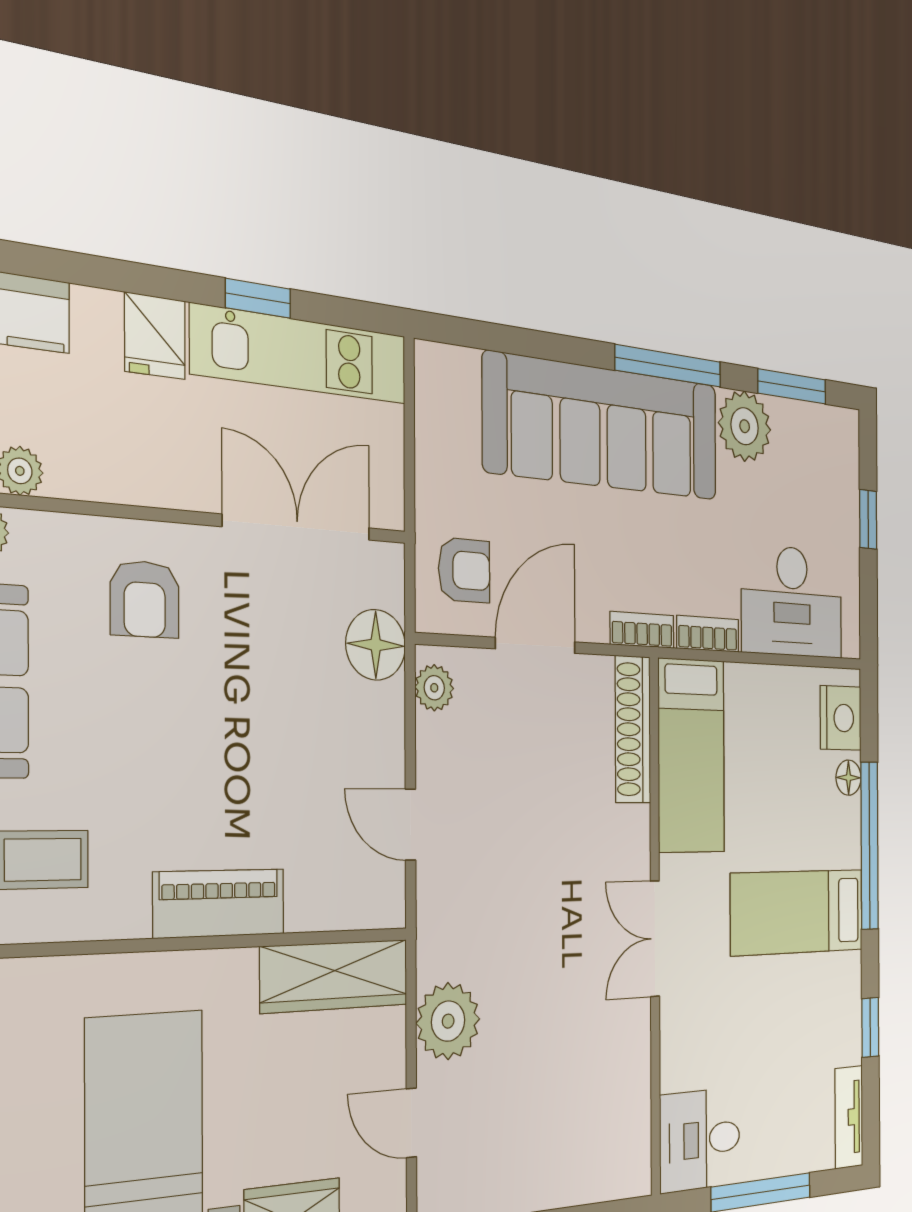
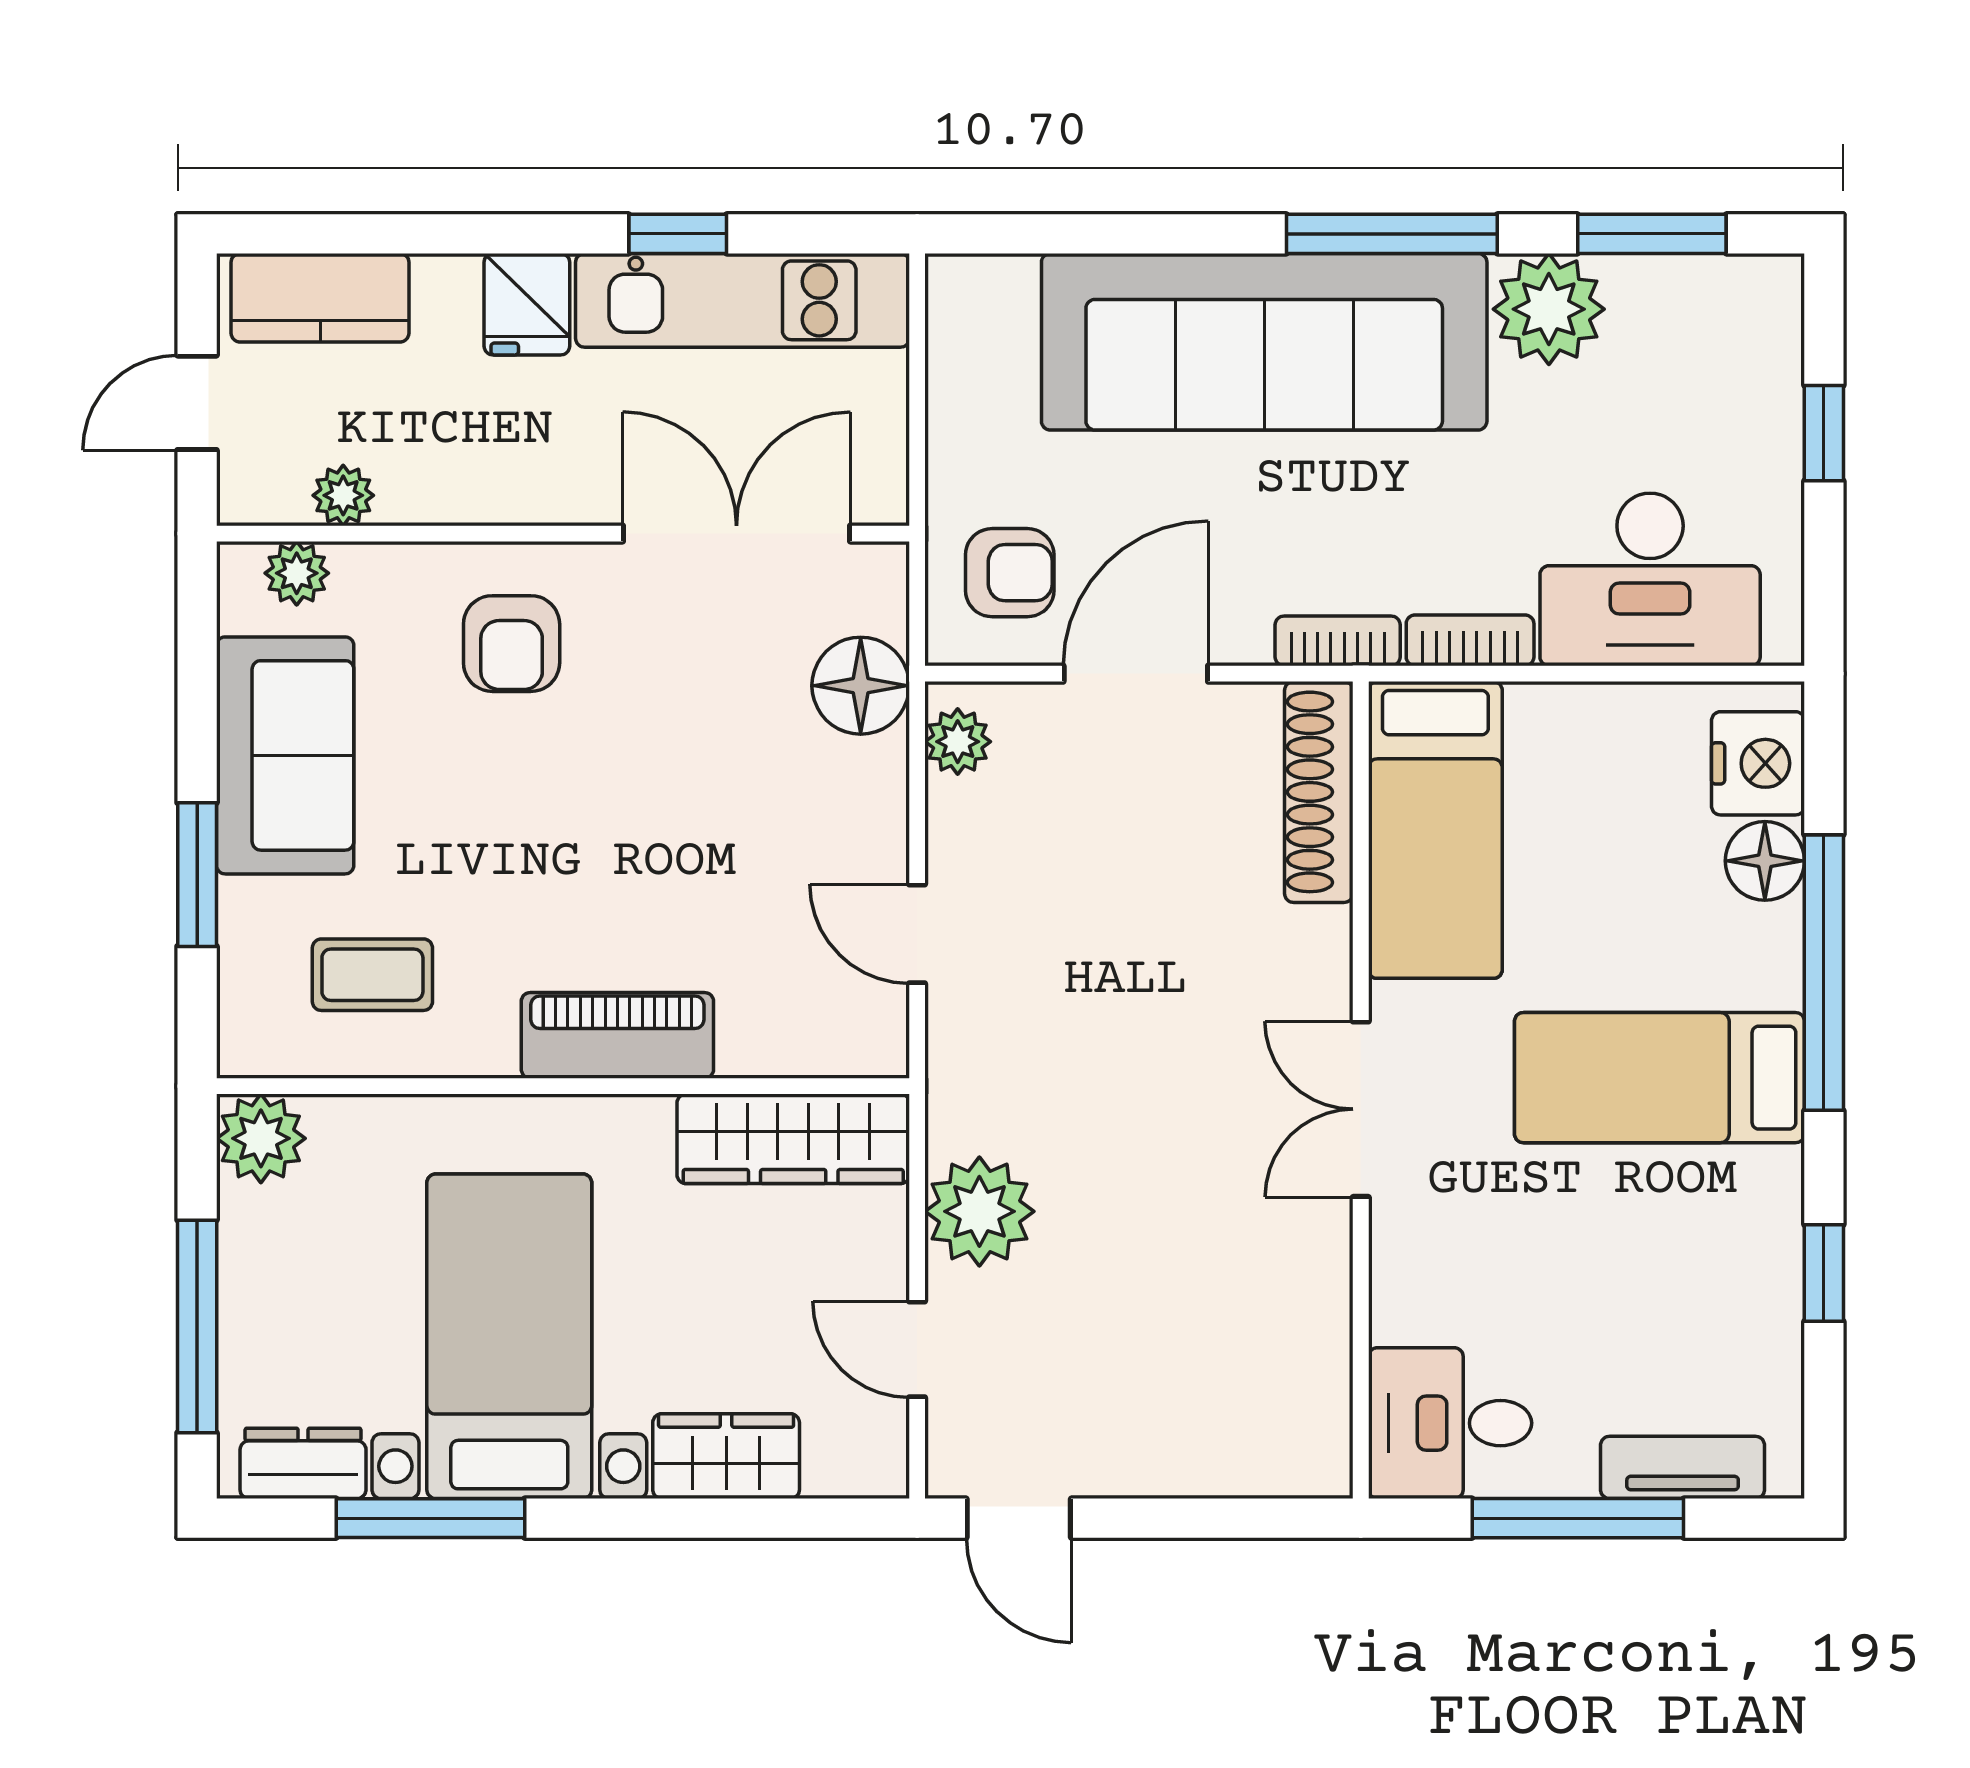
floor lamp: (848, 778) -> (1765, 861), width x1.37, depth x1.37
tv unit: (849, 1117) -> (1683, 1467), moved, turned 90

